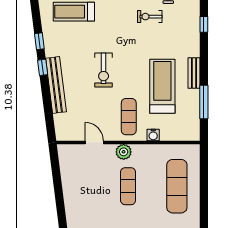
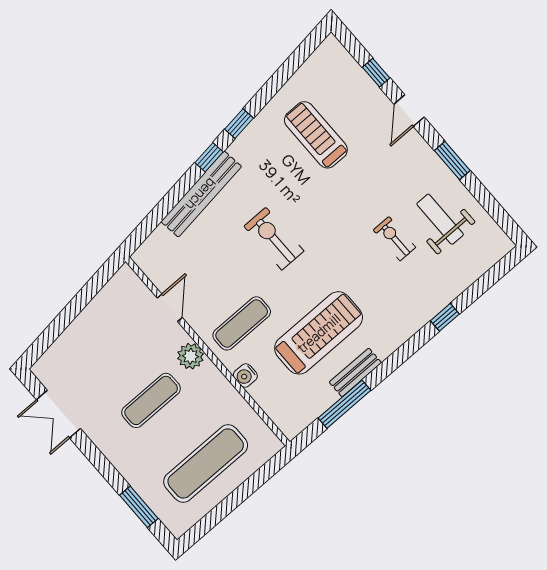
exercise bike: (104, 70) -> (274, 239), turned 90
bench: (194, 73) -> (355, 372), moved

